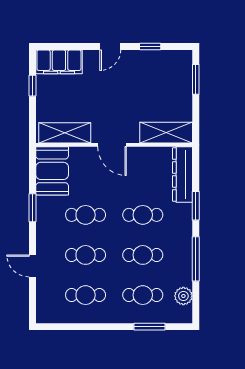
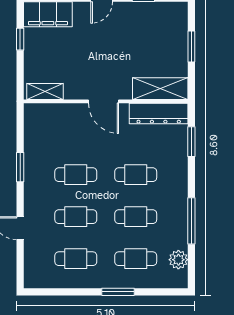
window: (196, 79) -> (191, 47), moved
shelving: (65, 133) -> (45, 91), width x0.67, depth x0.75
booth: (52, 171) -> (41, 129), removed
dresser: (183, 174) -> (159, 113), moved, turned -90
window: (196, 206) -> (191, 142), moved
window: (149, 327) -> (118, 292), moved

